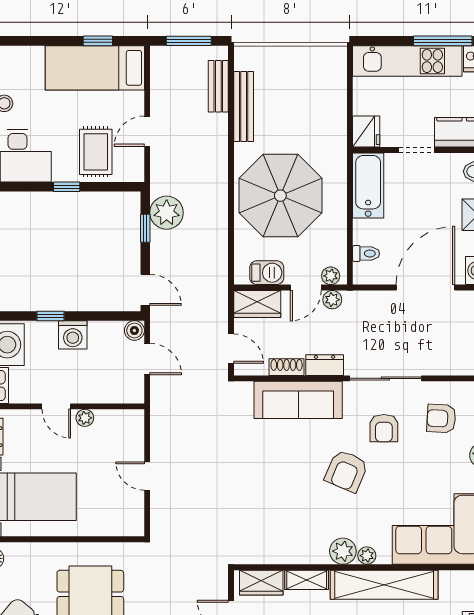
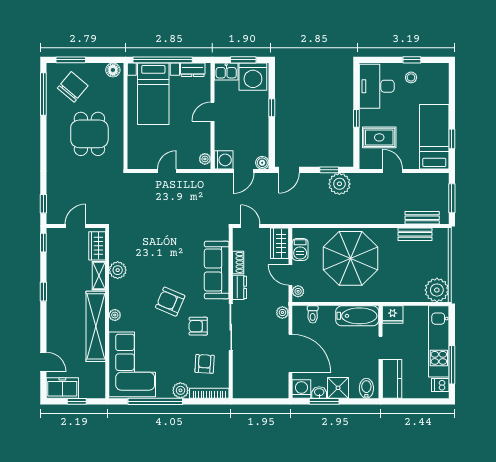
plant: (329, 64) -> (437, 290), added
bench: (244, 107) -> (415, 234), width x0.73
plant: (332, 300) -> (282, 312), moved
washing machine: (73, 335) -> (224, 160), moved, turned 180
door: (231, 349) -> (250, 226), swing flipped
plant: (85, 418) -> (205, 159), moved
plant: (343, 551) -> (118, 270), moved

